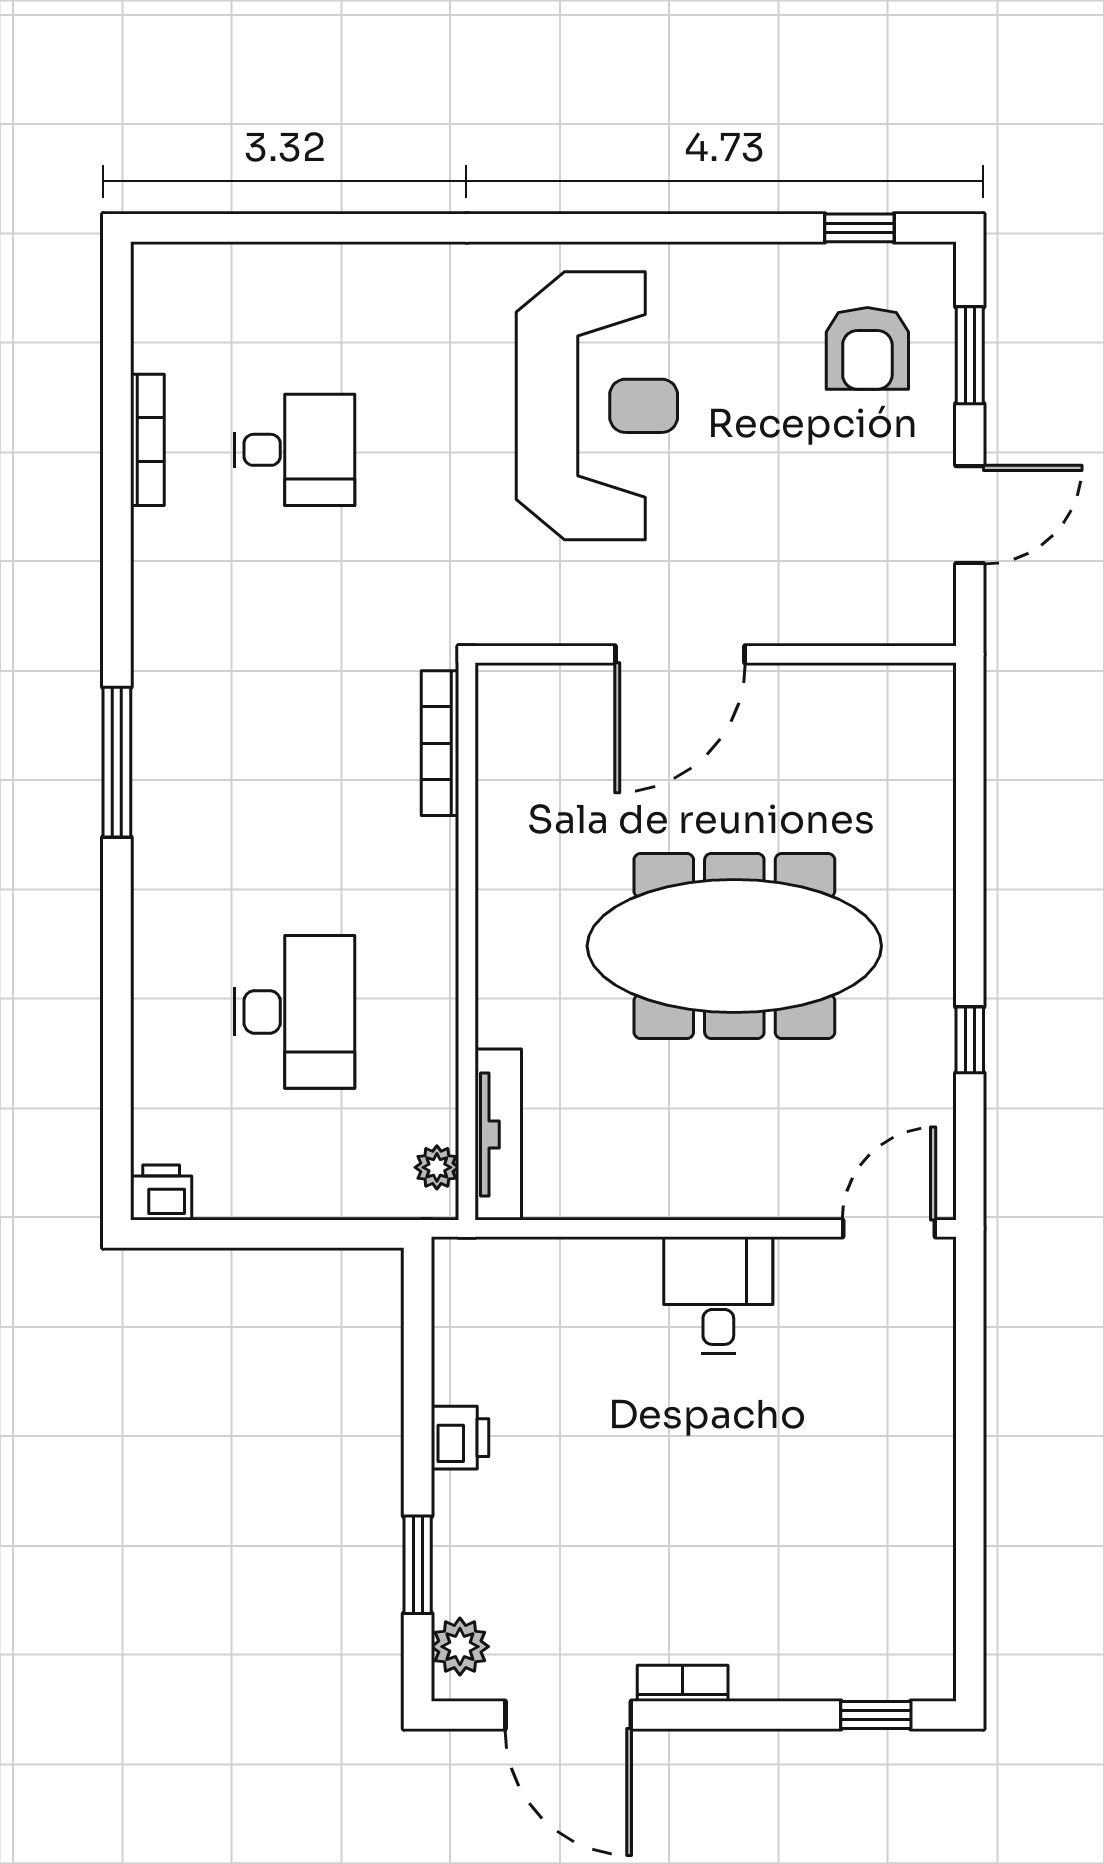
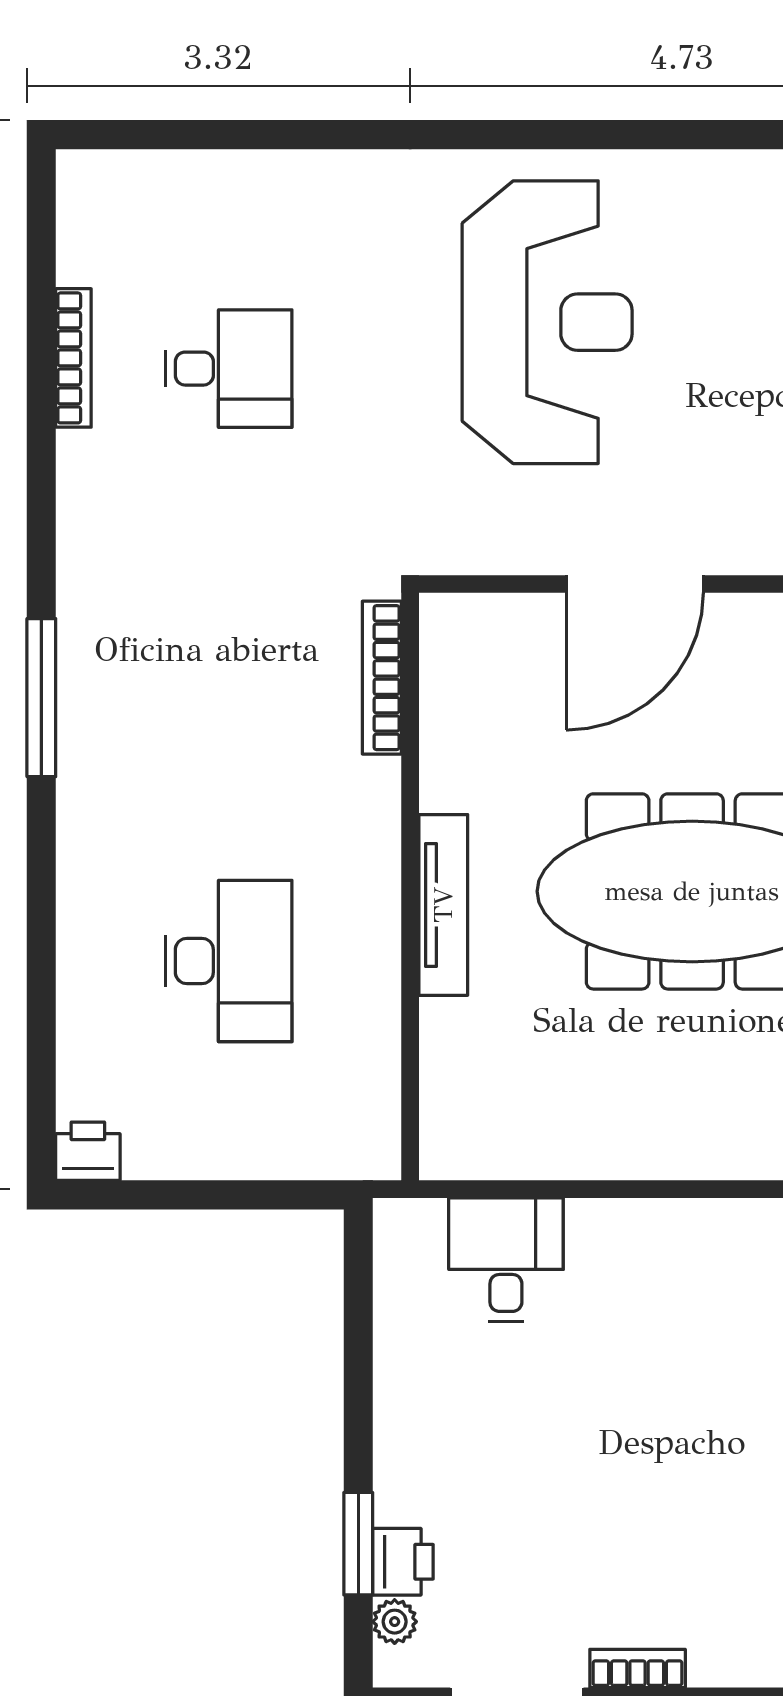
tv unit: (498, 1134) -> (443, 905), moved
plant: (437, 1167) -> (378, 1125), removed
desk: (718, 1295) -> (506, 1260), moved
printer: (460, 1438) -> (403, 1562), moved
plant: (460, 1647) -> (395, 1622), width x0.73, depth x0.73

